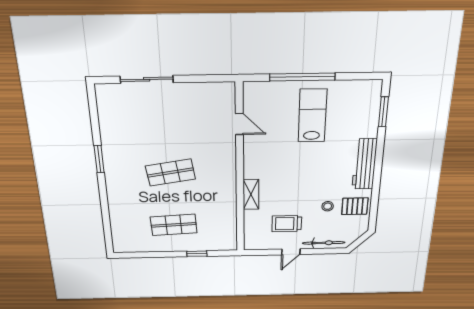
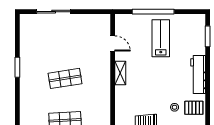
shelving: (251, 195) -> (120, 73), moved

